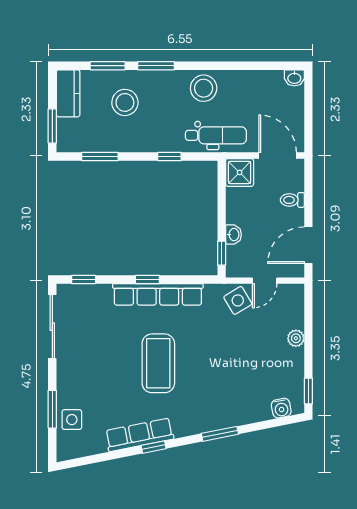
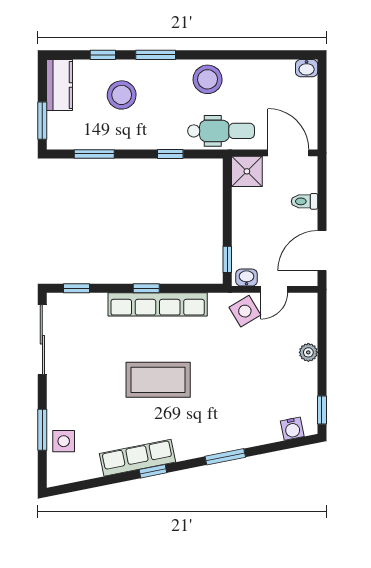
window: (108, 66) -> (103, 55), width x0.67
washbasin: (234, 235) -> (247, 278), moved, turned -90
coffee table: (158, 363) -> (158, 380), turned 90

